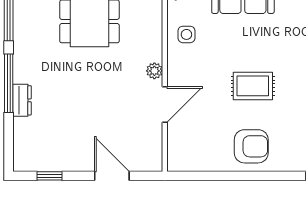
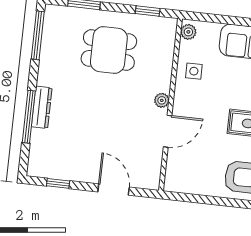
window: (9, 83) -> (29, 117), moved
dresser: (22, 100) -> (42, 107), width x1.44

